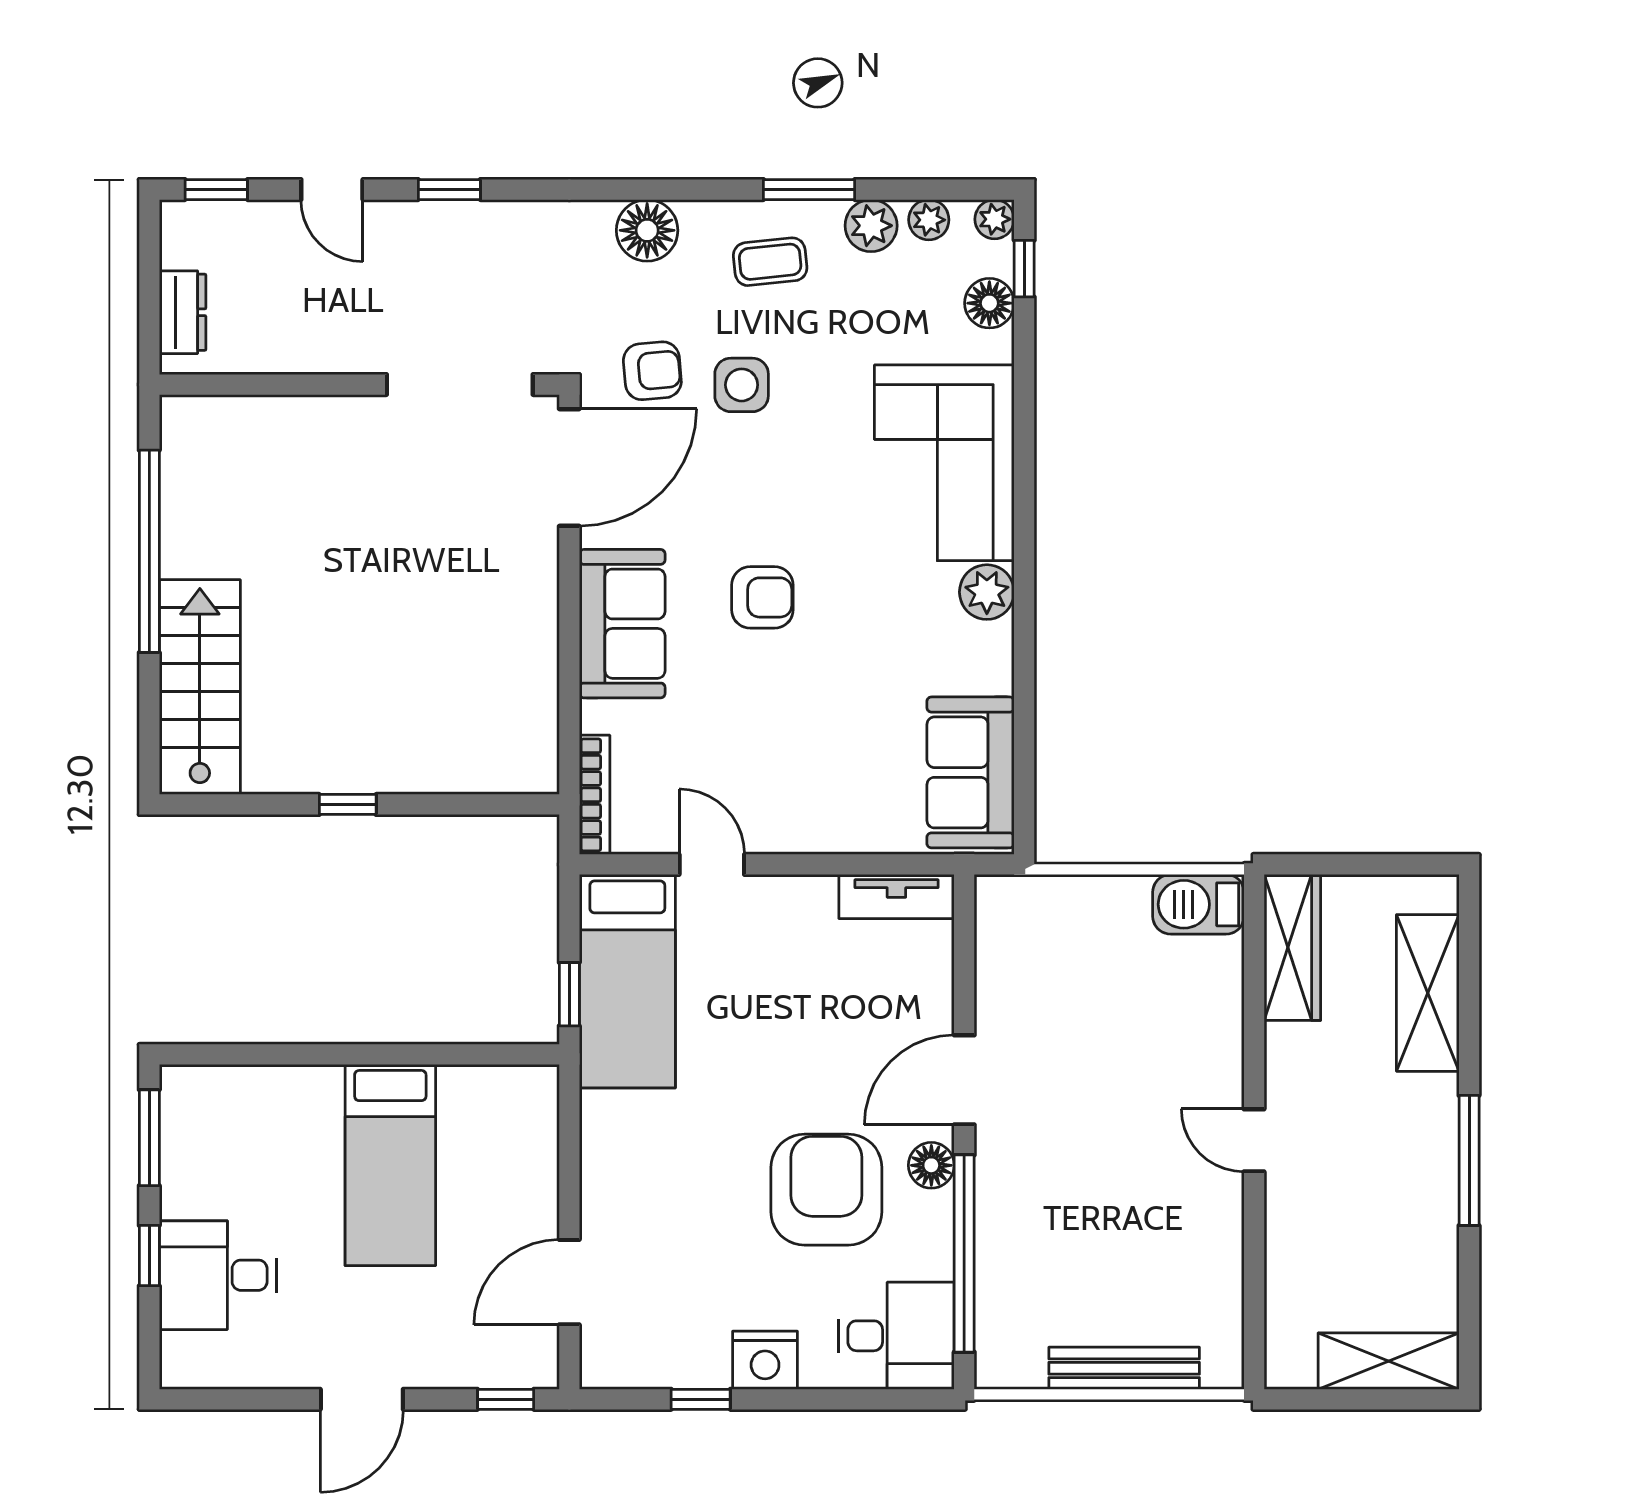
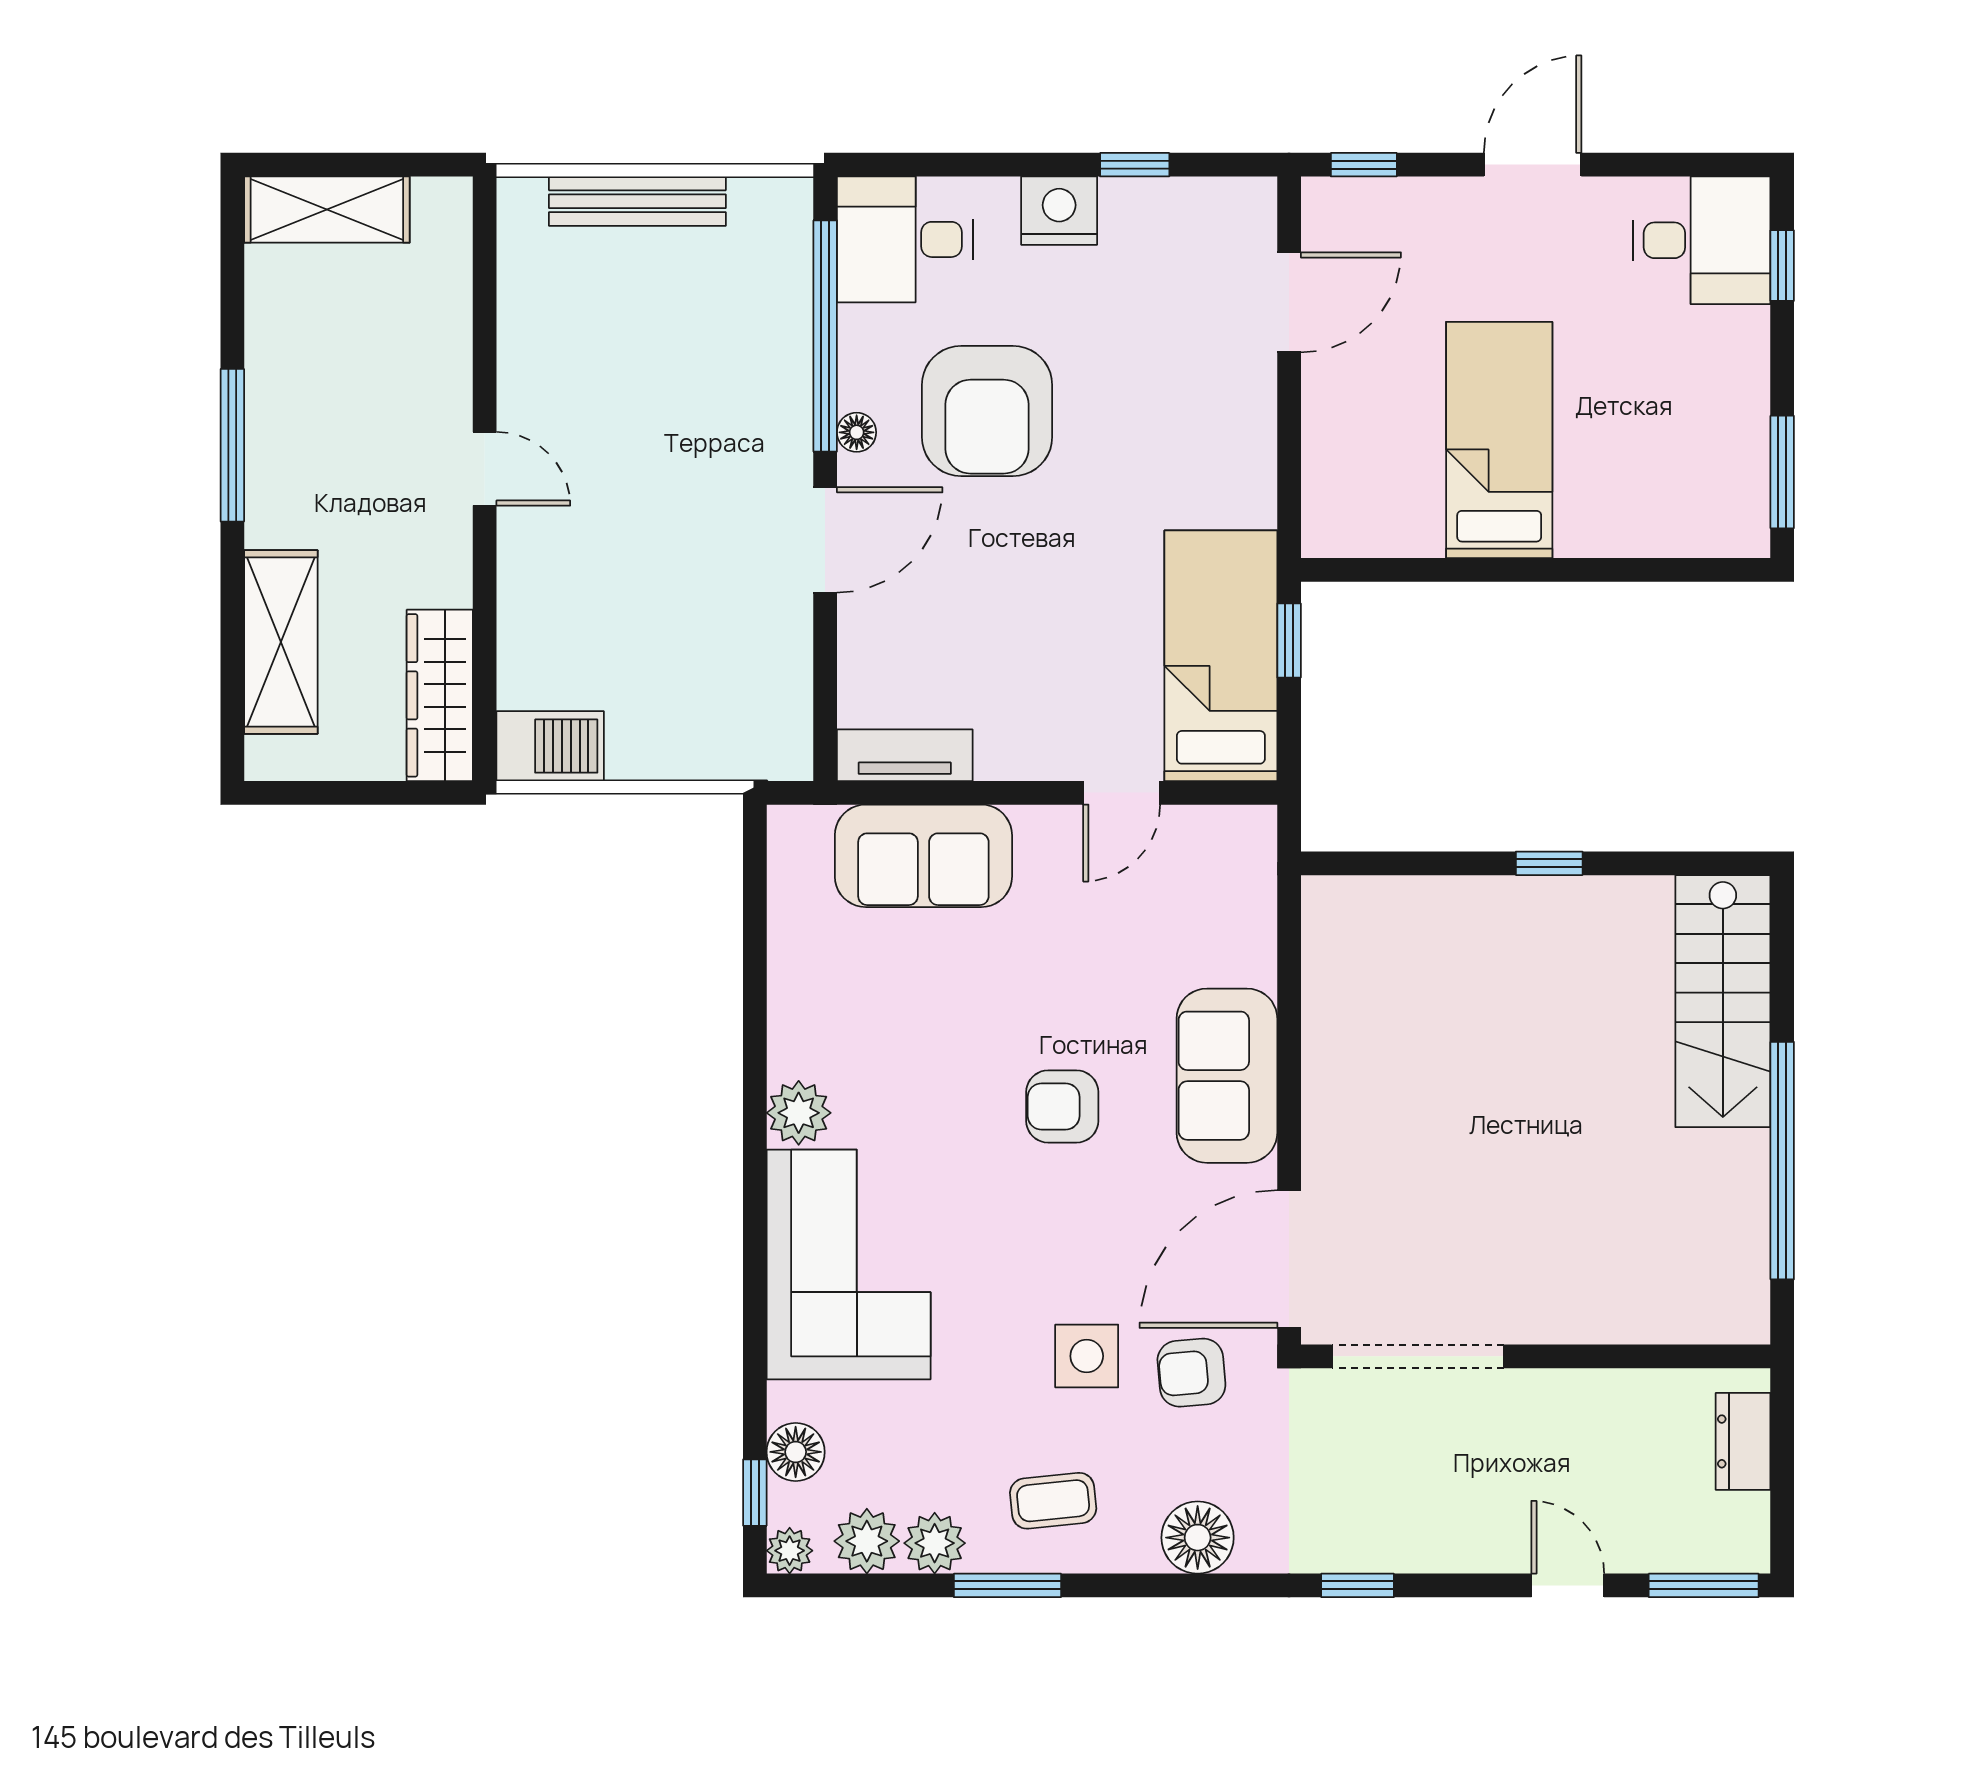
window: (216, 190) -> (1704, 1585), width x1.50
window: (449, 190) -> (1358, 1585), moved
plant: (929, 220) -> (867, 1541), width x1.38, depth x1.38
sofa: (971, 772) -> (923, 856), moved, turned 90
bookcase: (595, 795) -> (1259, 875), removed
door: (712, 864) -> (1122, 793), hinge flipped
floor lamp: (931, 1165) -> (857, 432), width x0.73, depth x0.73
window: (149, 1256) -> (1782, 266), moved
desk: (218, 1275) -> (1702, 240), moved

